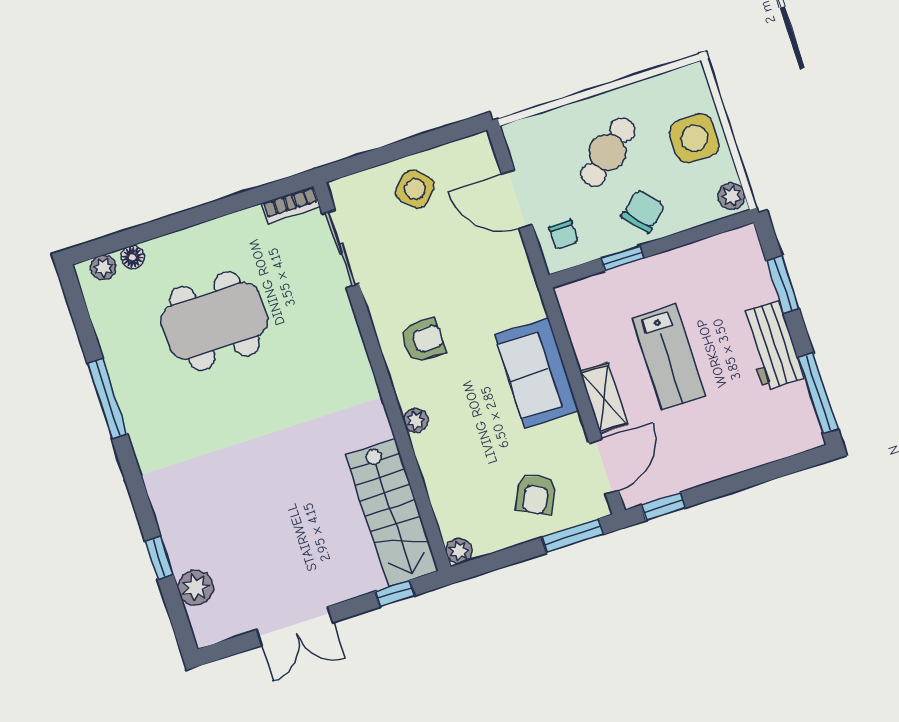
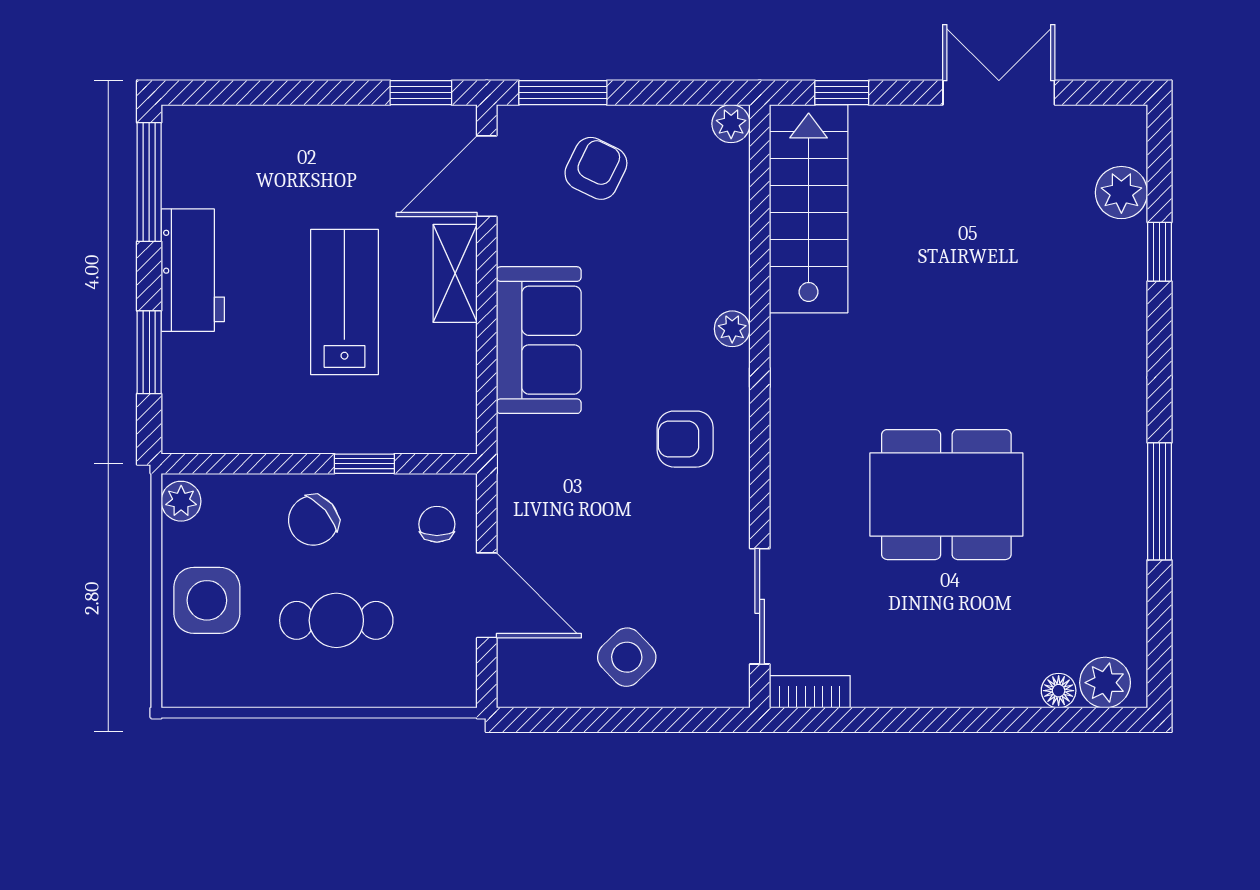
cafe table: (608, 152) -> (336, 620), turned 39
plant: (103, 267) -> (1105, 683), width x1.38, depth x1.38
dining table: (214, 321) -> (946, 495), moved

